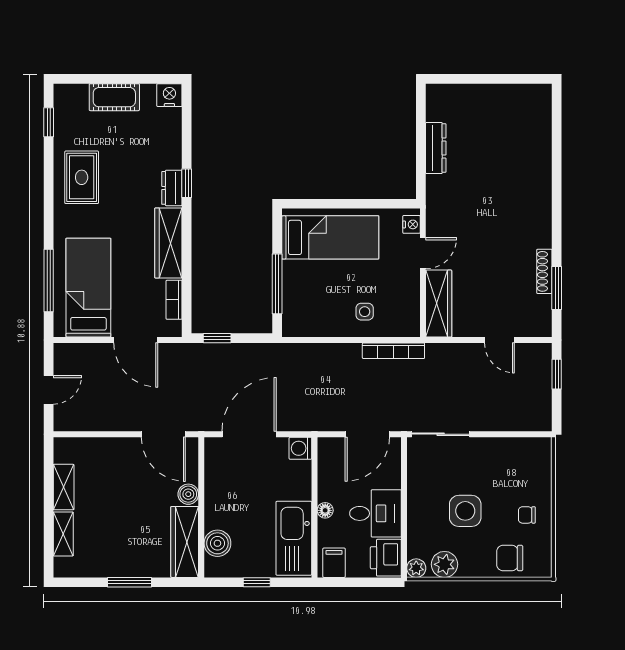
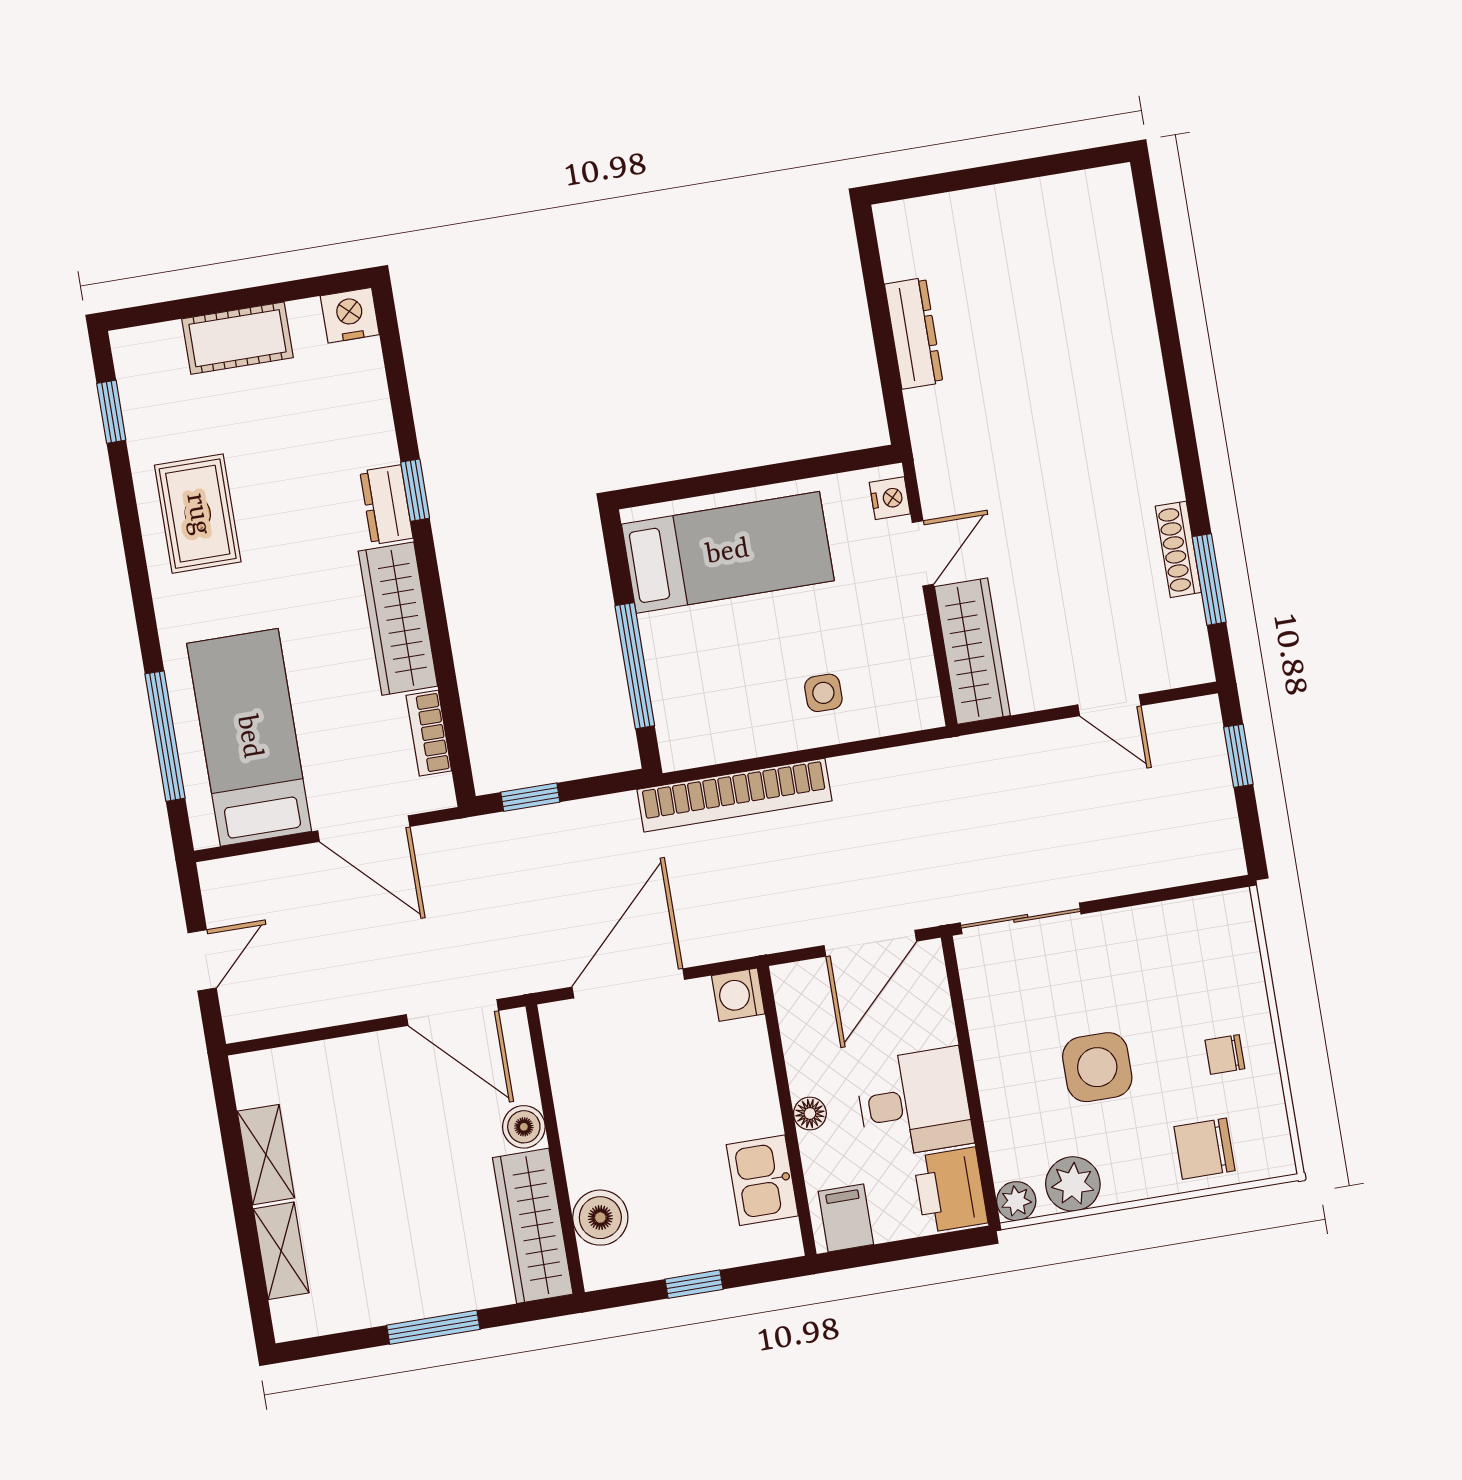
bookcase: (393, 351) -> (734, 795), moved, width x1.48, depth x1.31
kitchen sink: (294, 538) -> (762, 1180), width x0.53, depth x0.81

